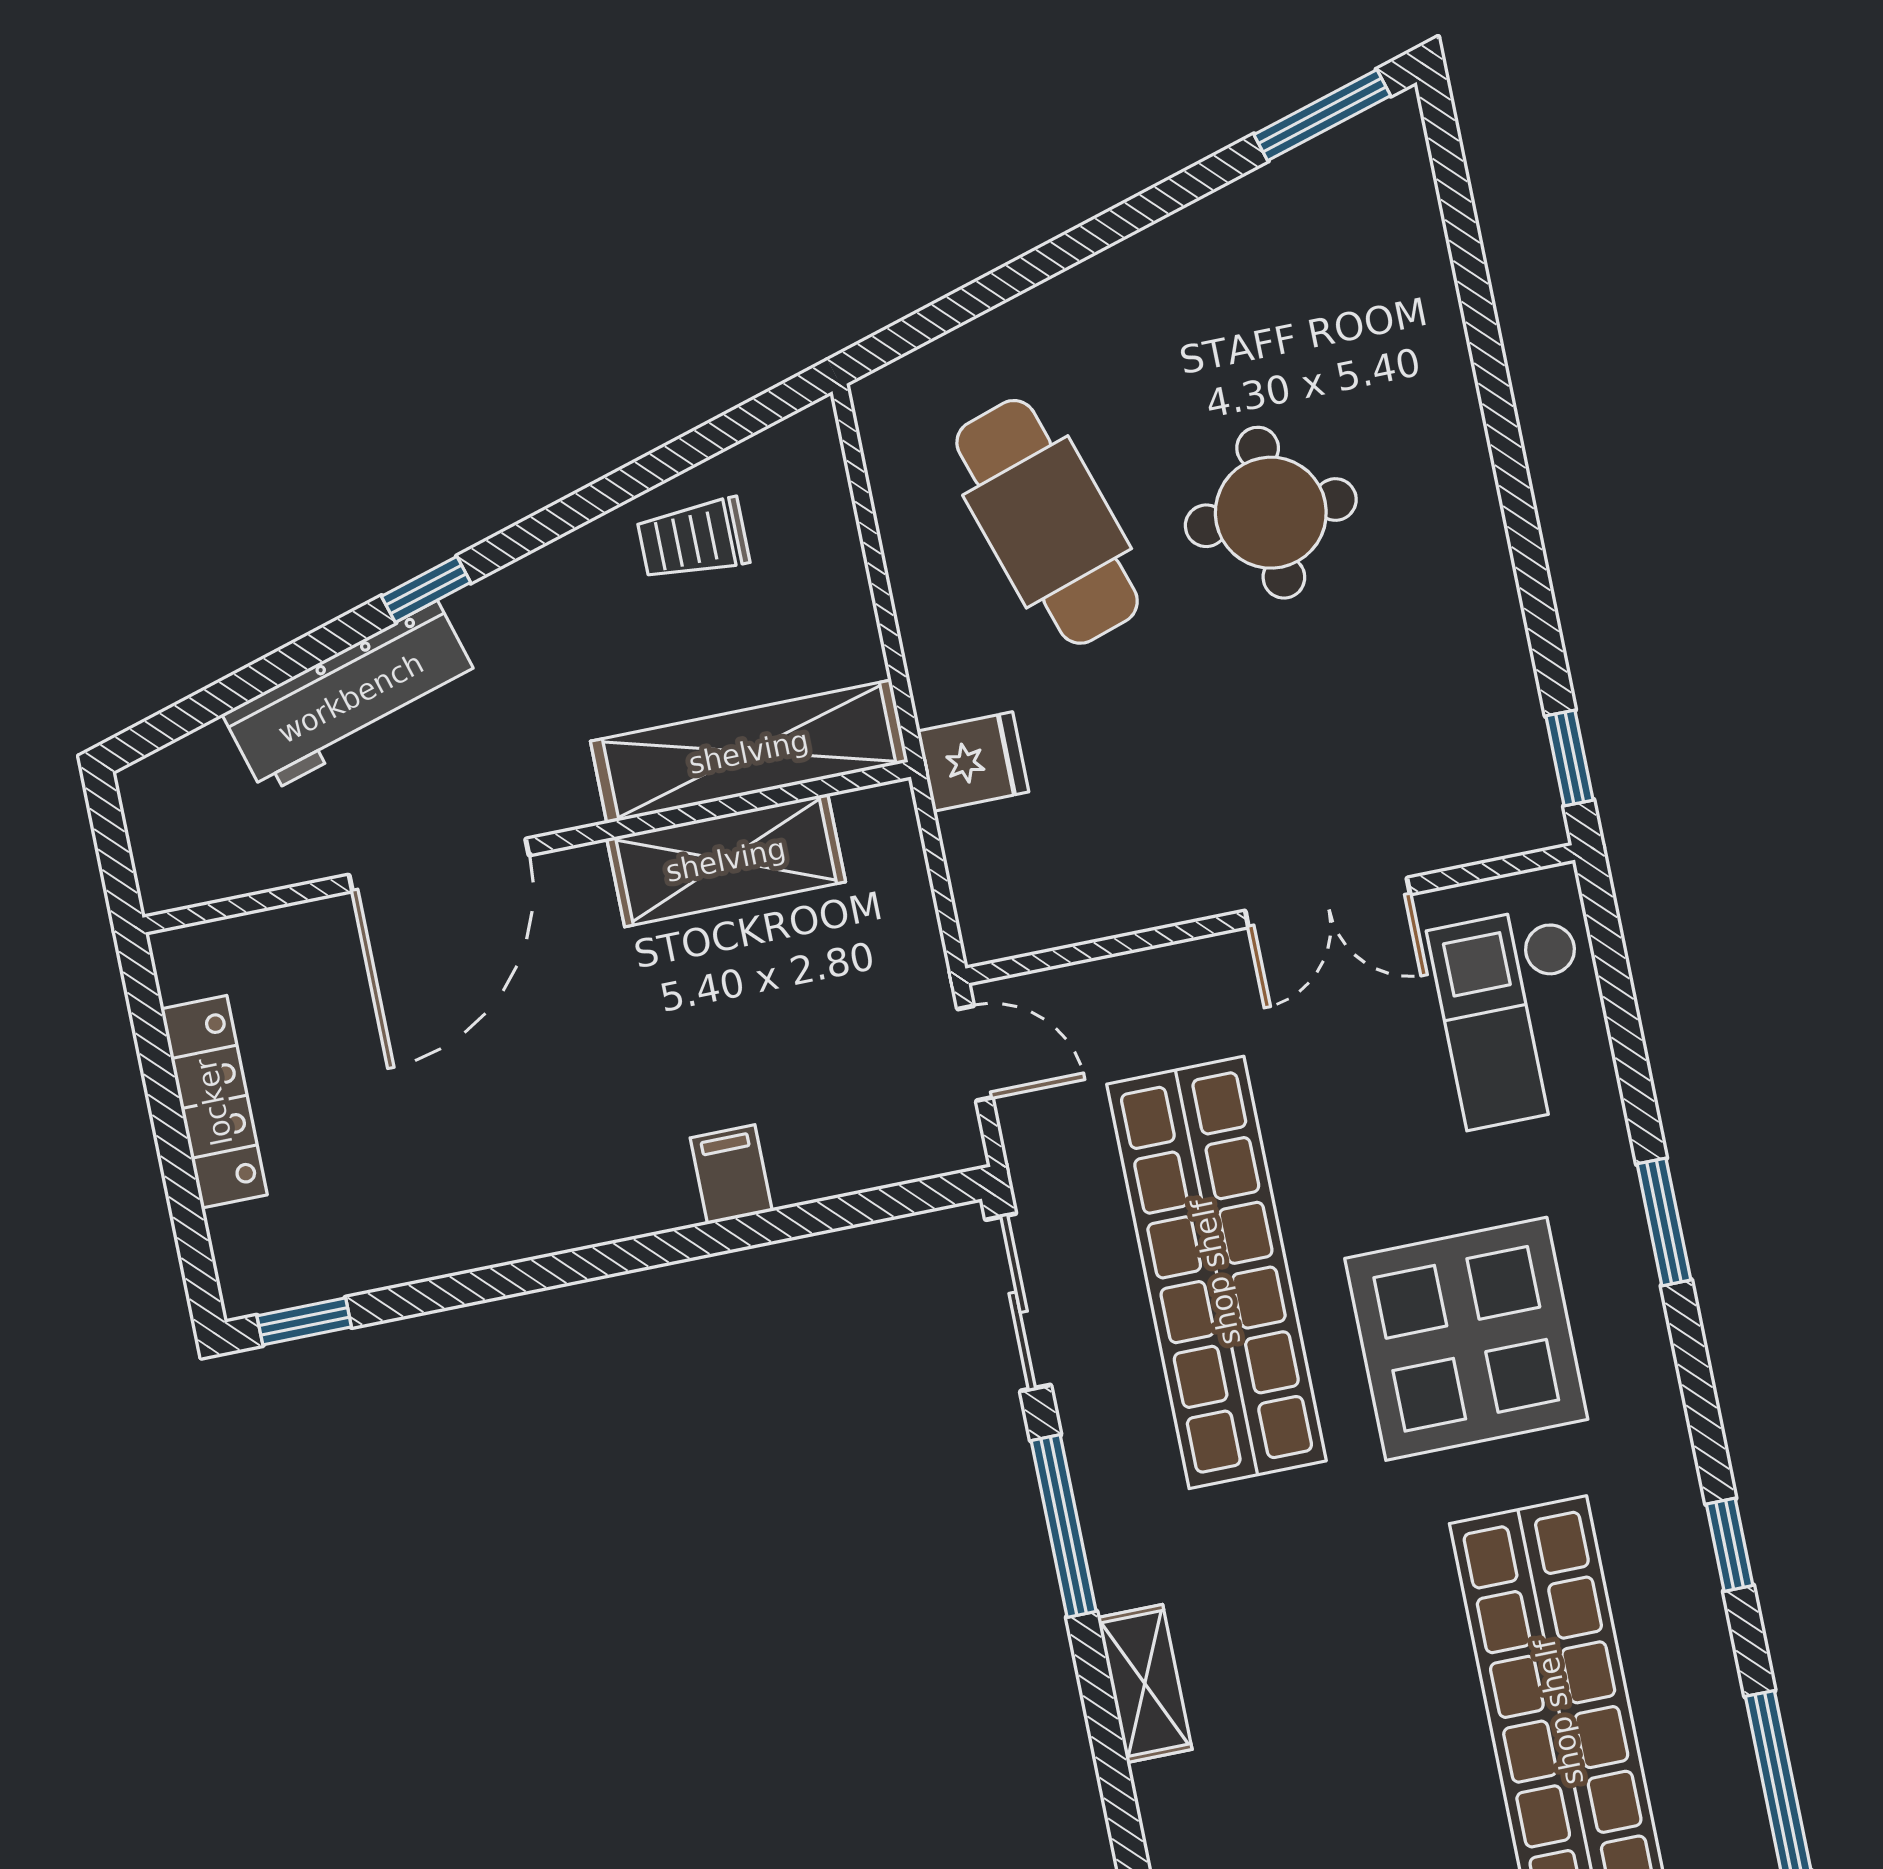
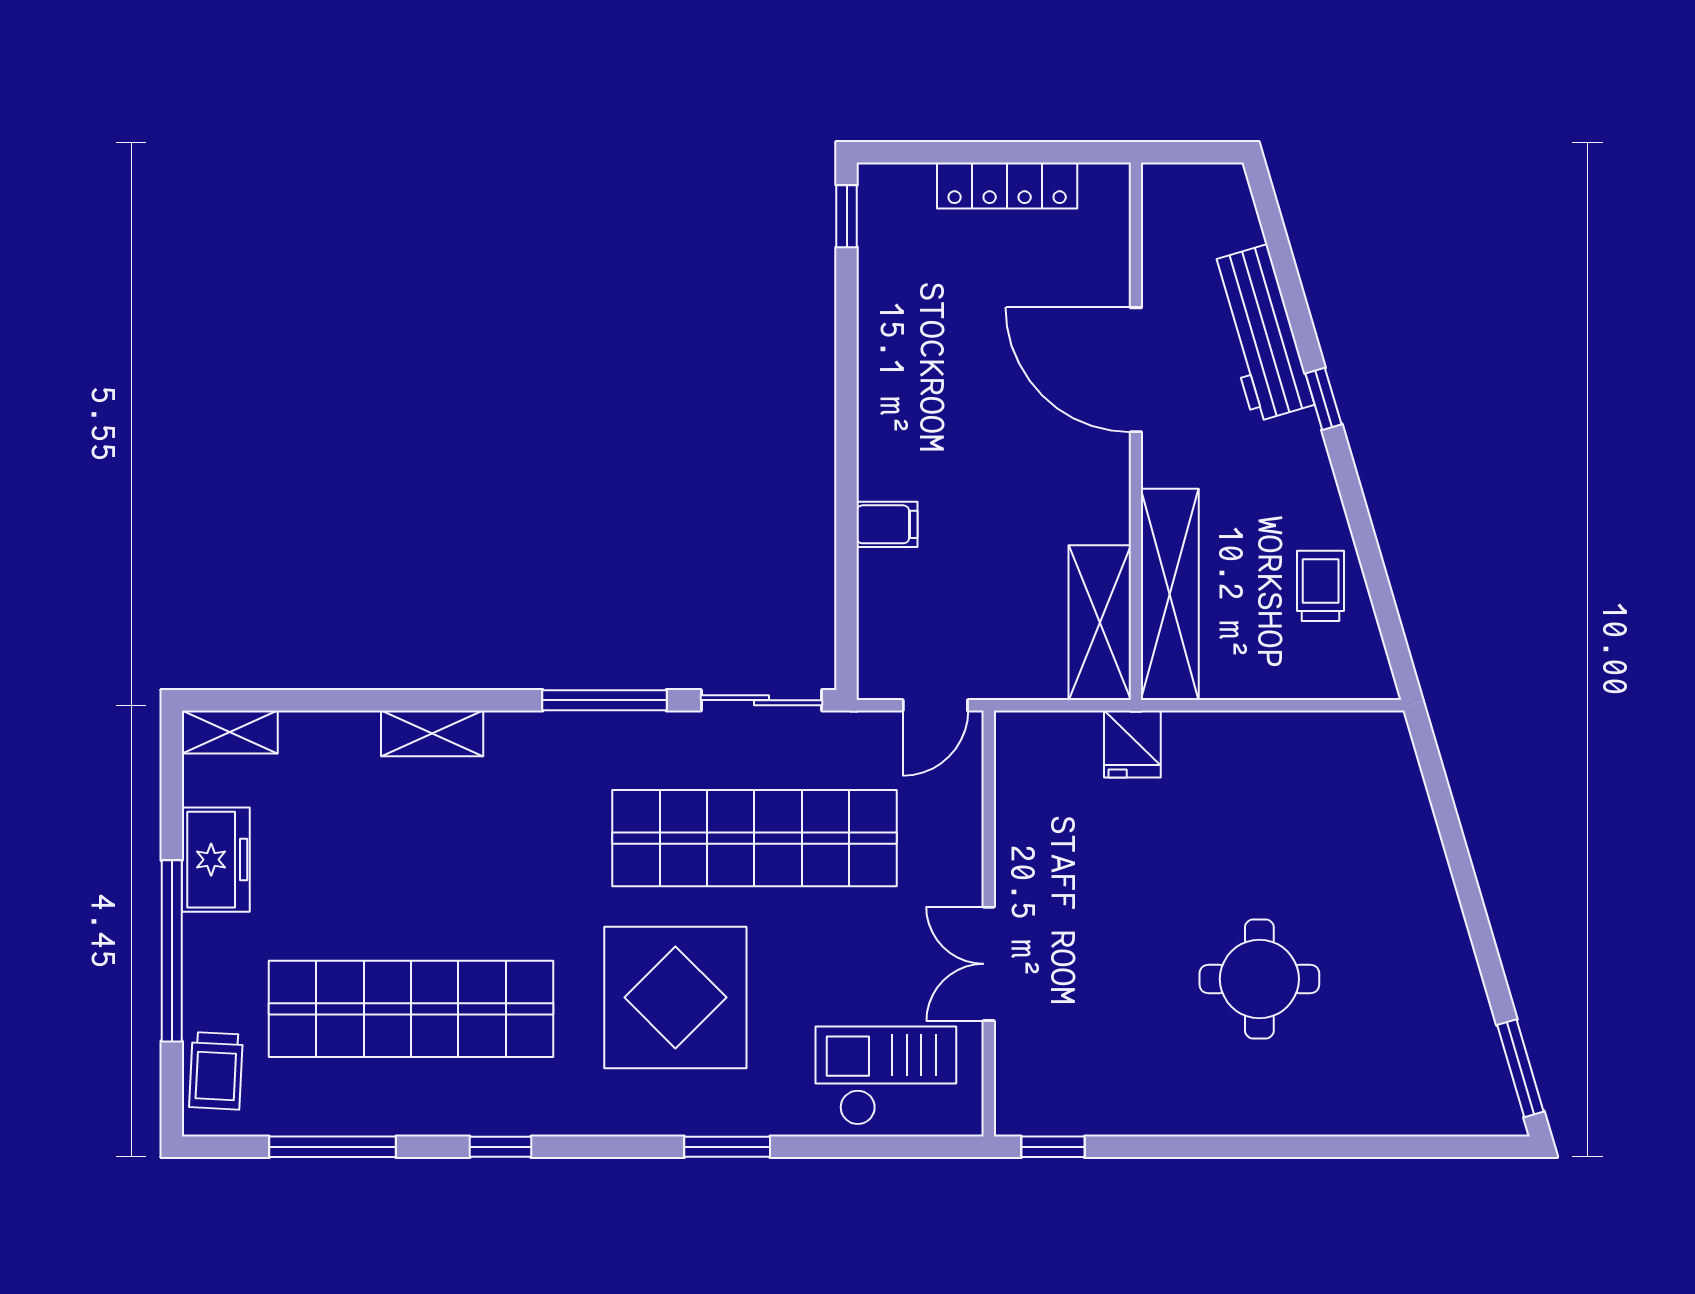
cafe table: (1047, 522) -> (1284, 827), removed
shelving: (726, 860) -> (1100, 623), moved
shelving: (1145, 1683) -> (432, 733), moved

